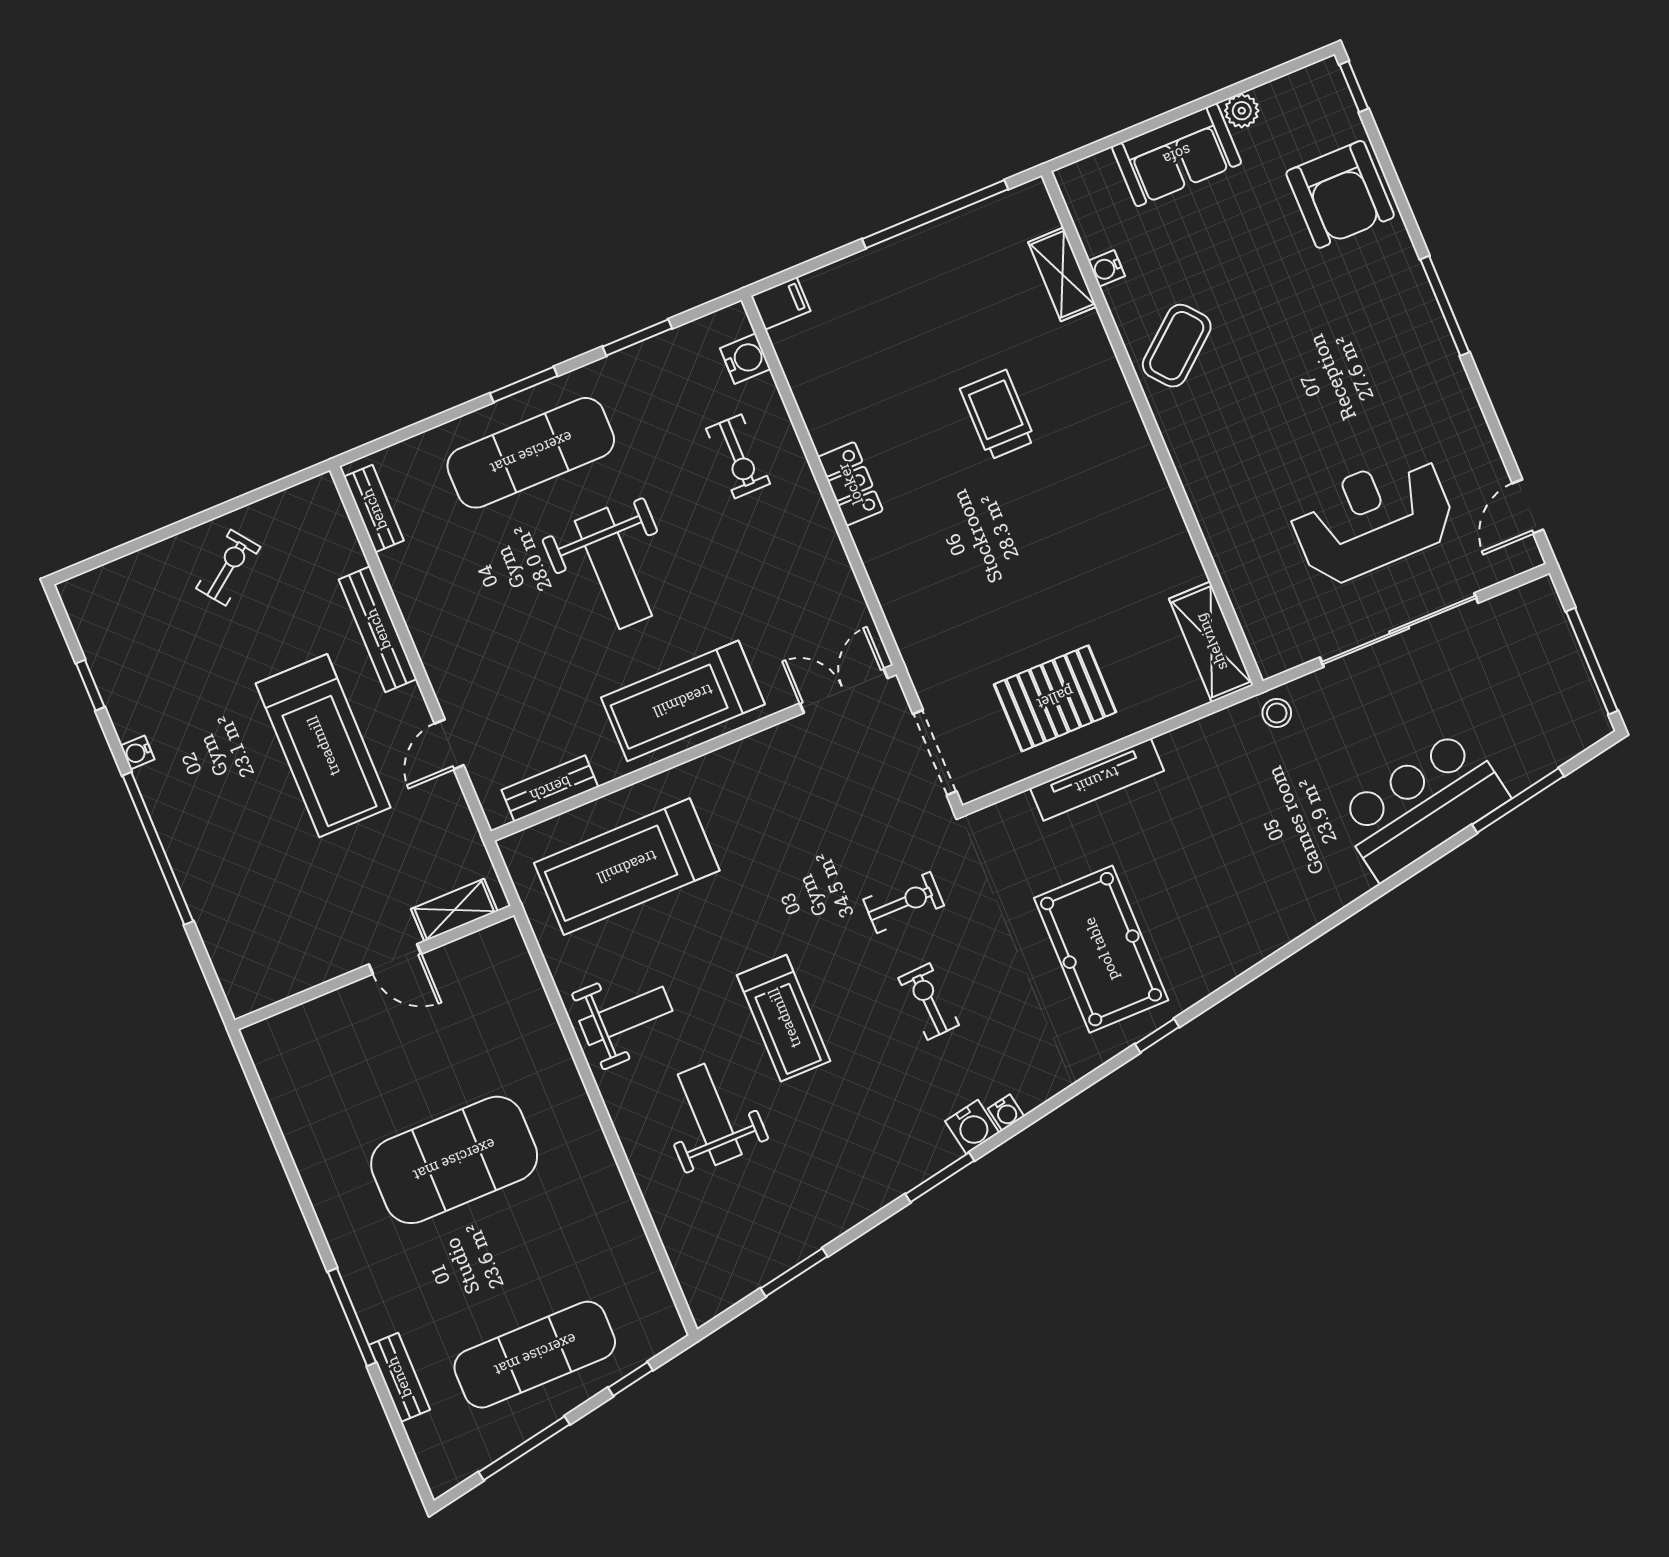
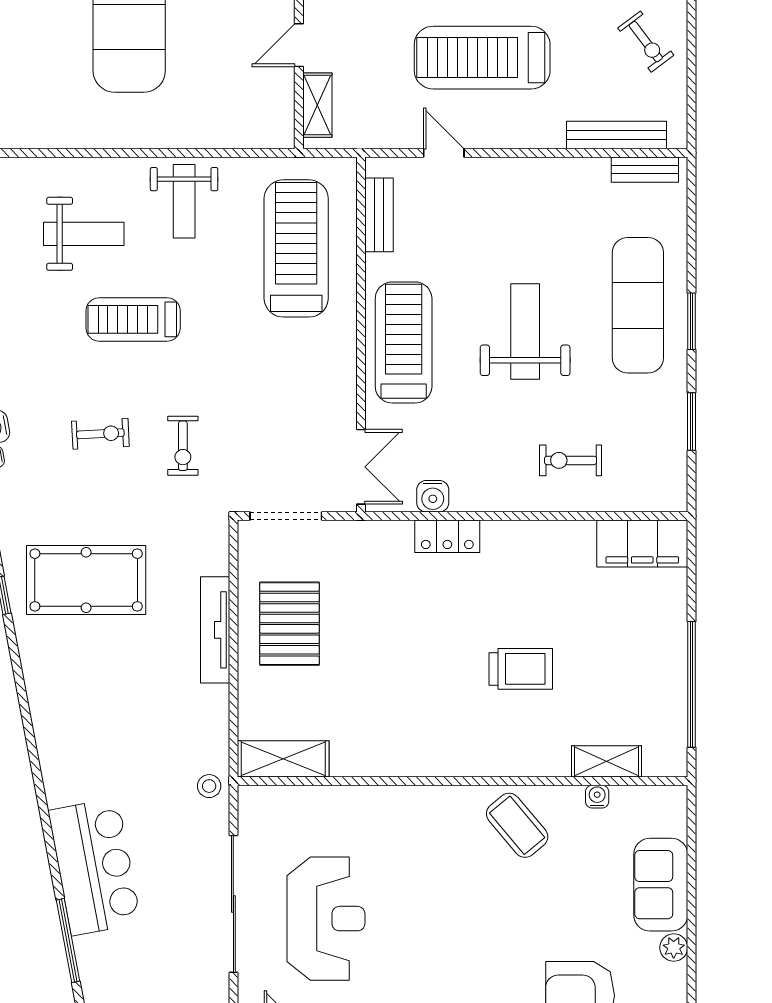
filing cabinet: (781, 303) -> (642, 543), width x3.00, depth x1.17
water cooler: (745, 359) -> (433, 496), moved
locker: (850, 484) -> (447, 536), moved
weight bench: (613, 568) -> (525, 331), turned 90
bench: (378, 629) -> (616, 135), moved

